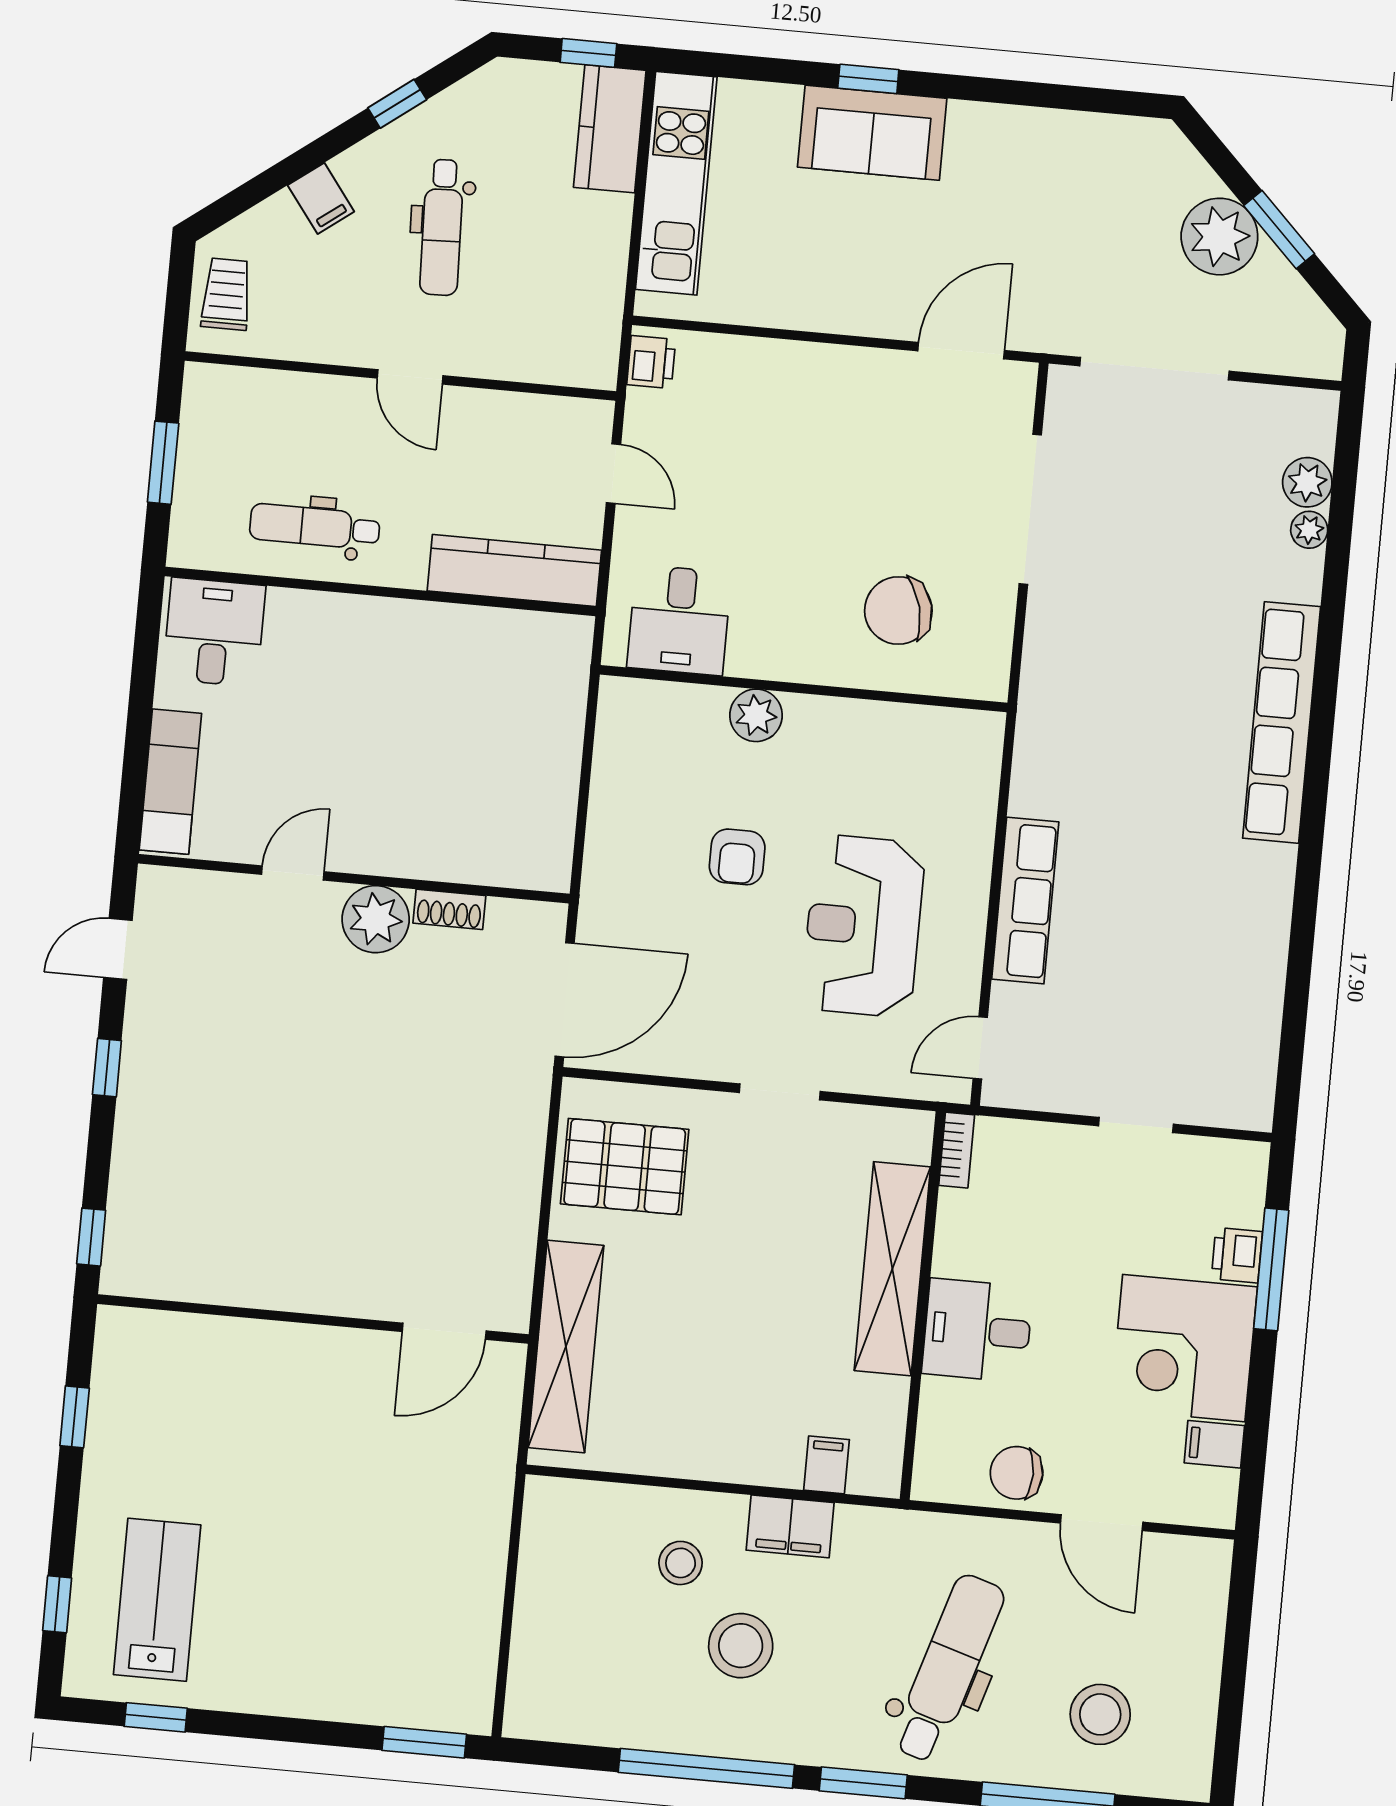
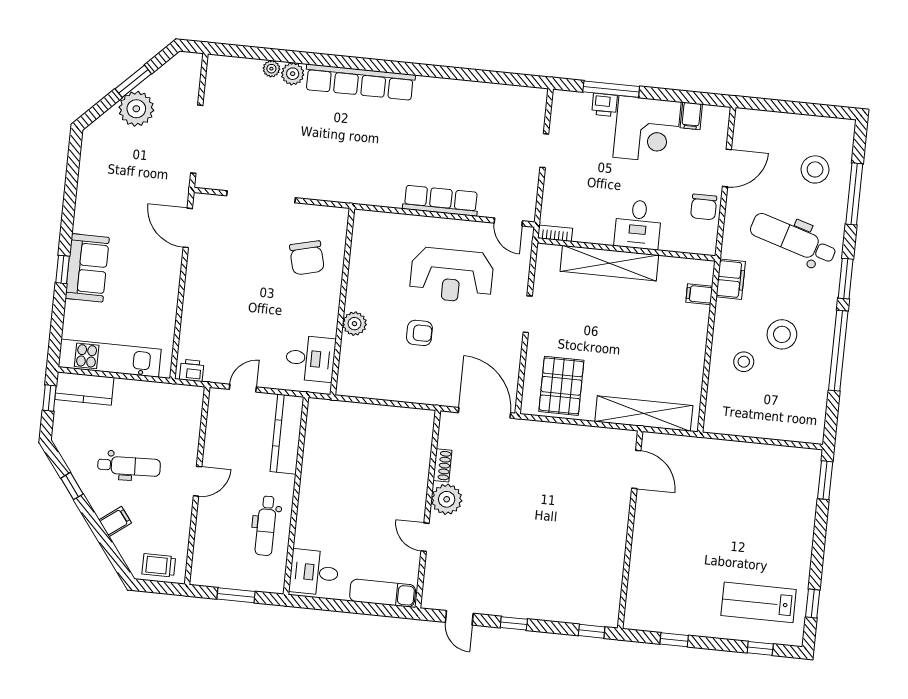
plant: (1307, 482) -> (293, 74), moved
filing cabinet: (790, 1526) -> (731, 279), moved

